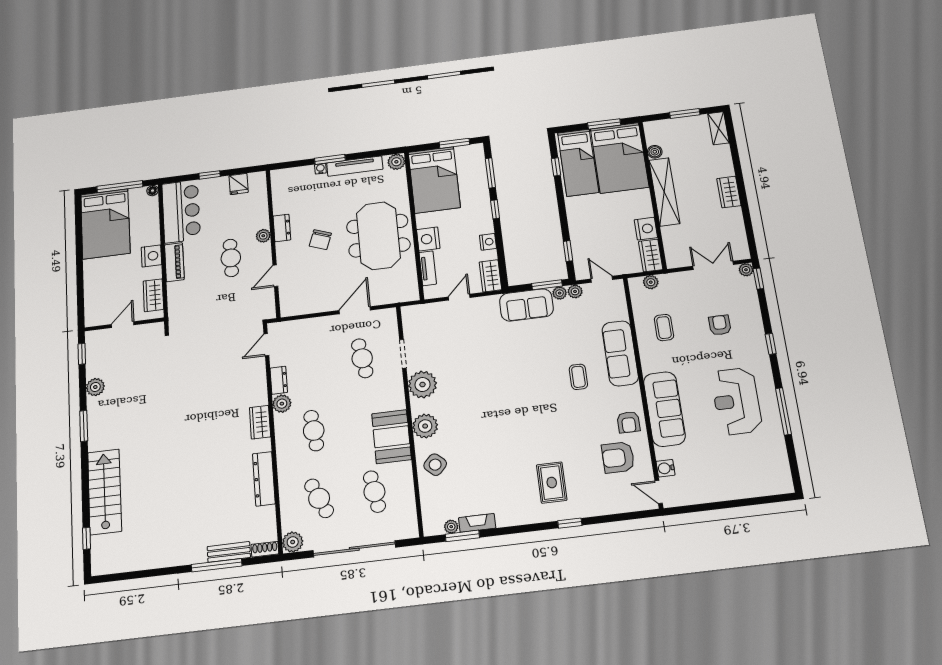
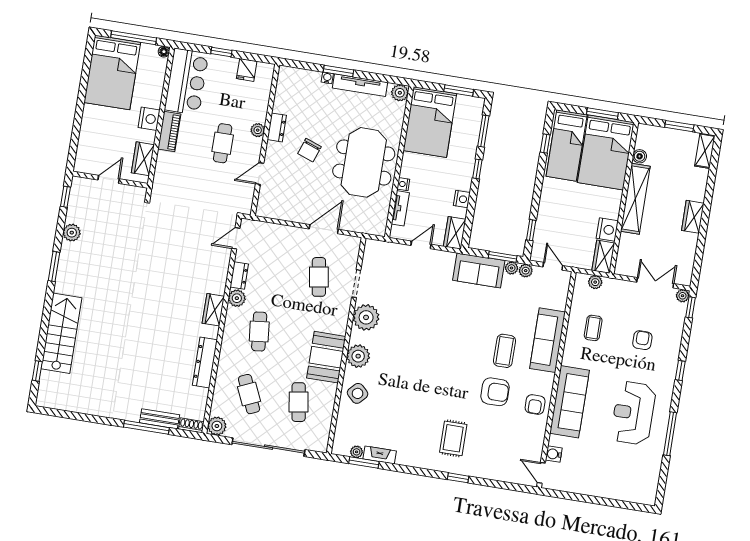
nightstand: (428, 239) -> (403, 184), width x0.53, depth x0.56
coffee table: (578, 377) -> (505, 351), width x1.36, depth x1.30
armchair: (618, 458) -> (495, 392), moved, turned 180

